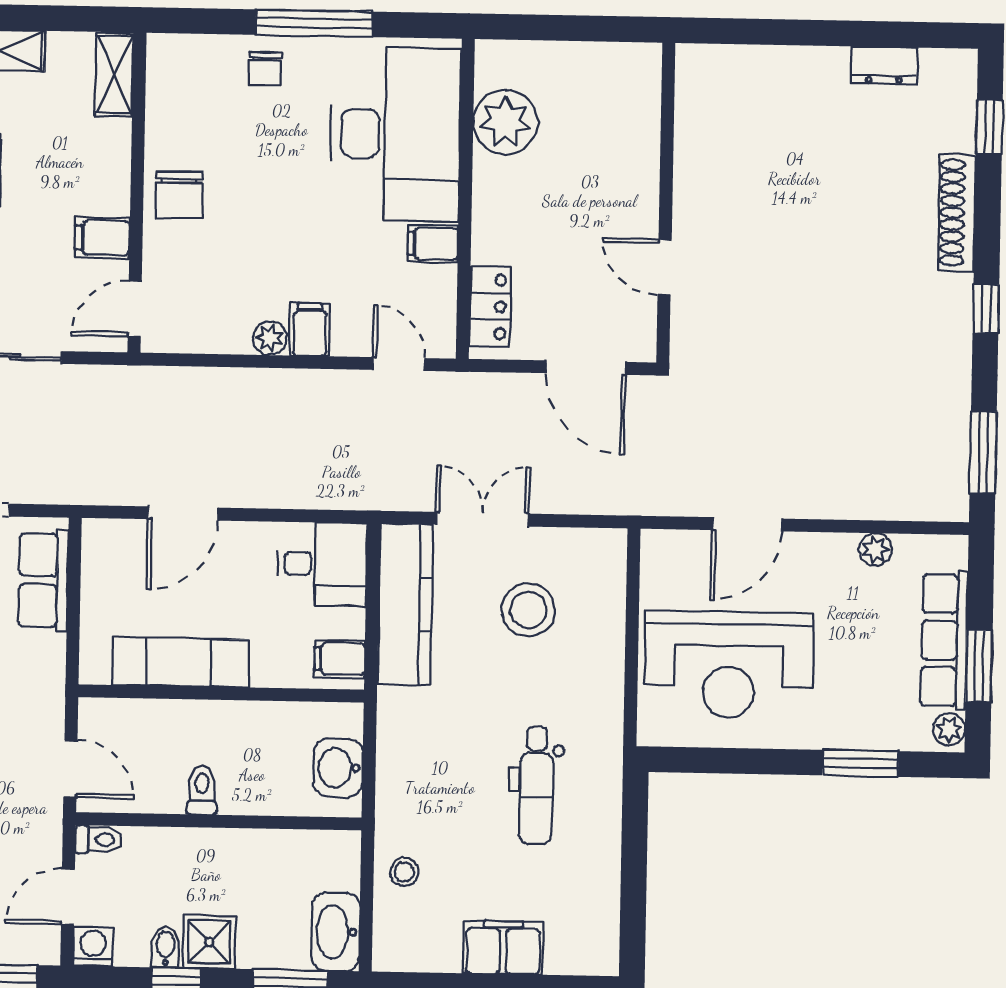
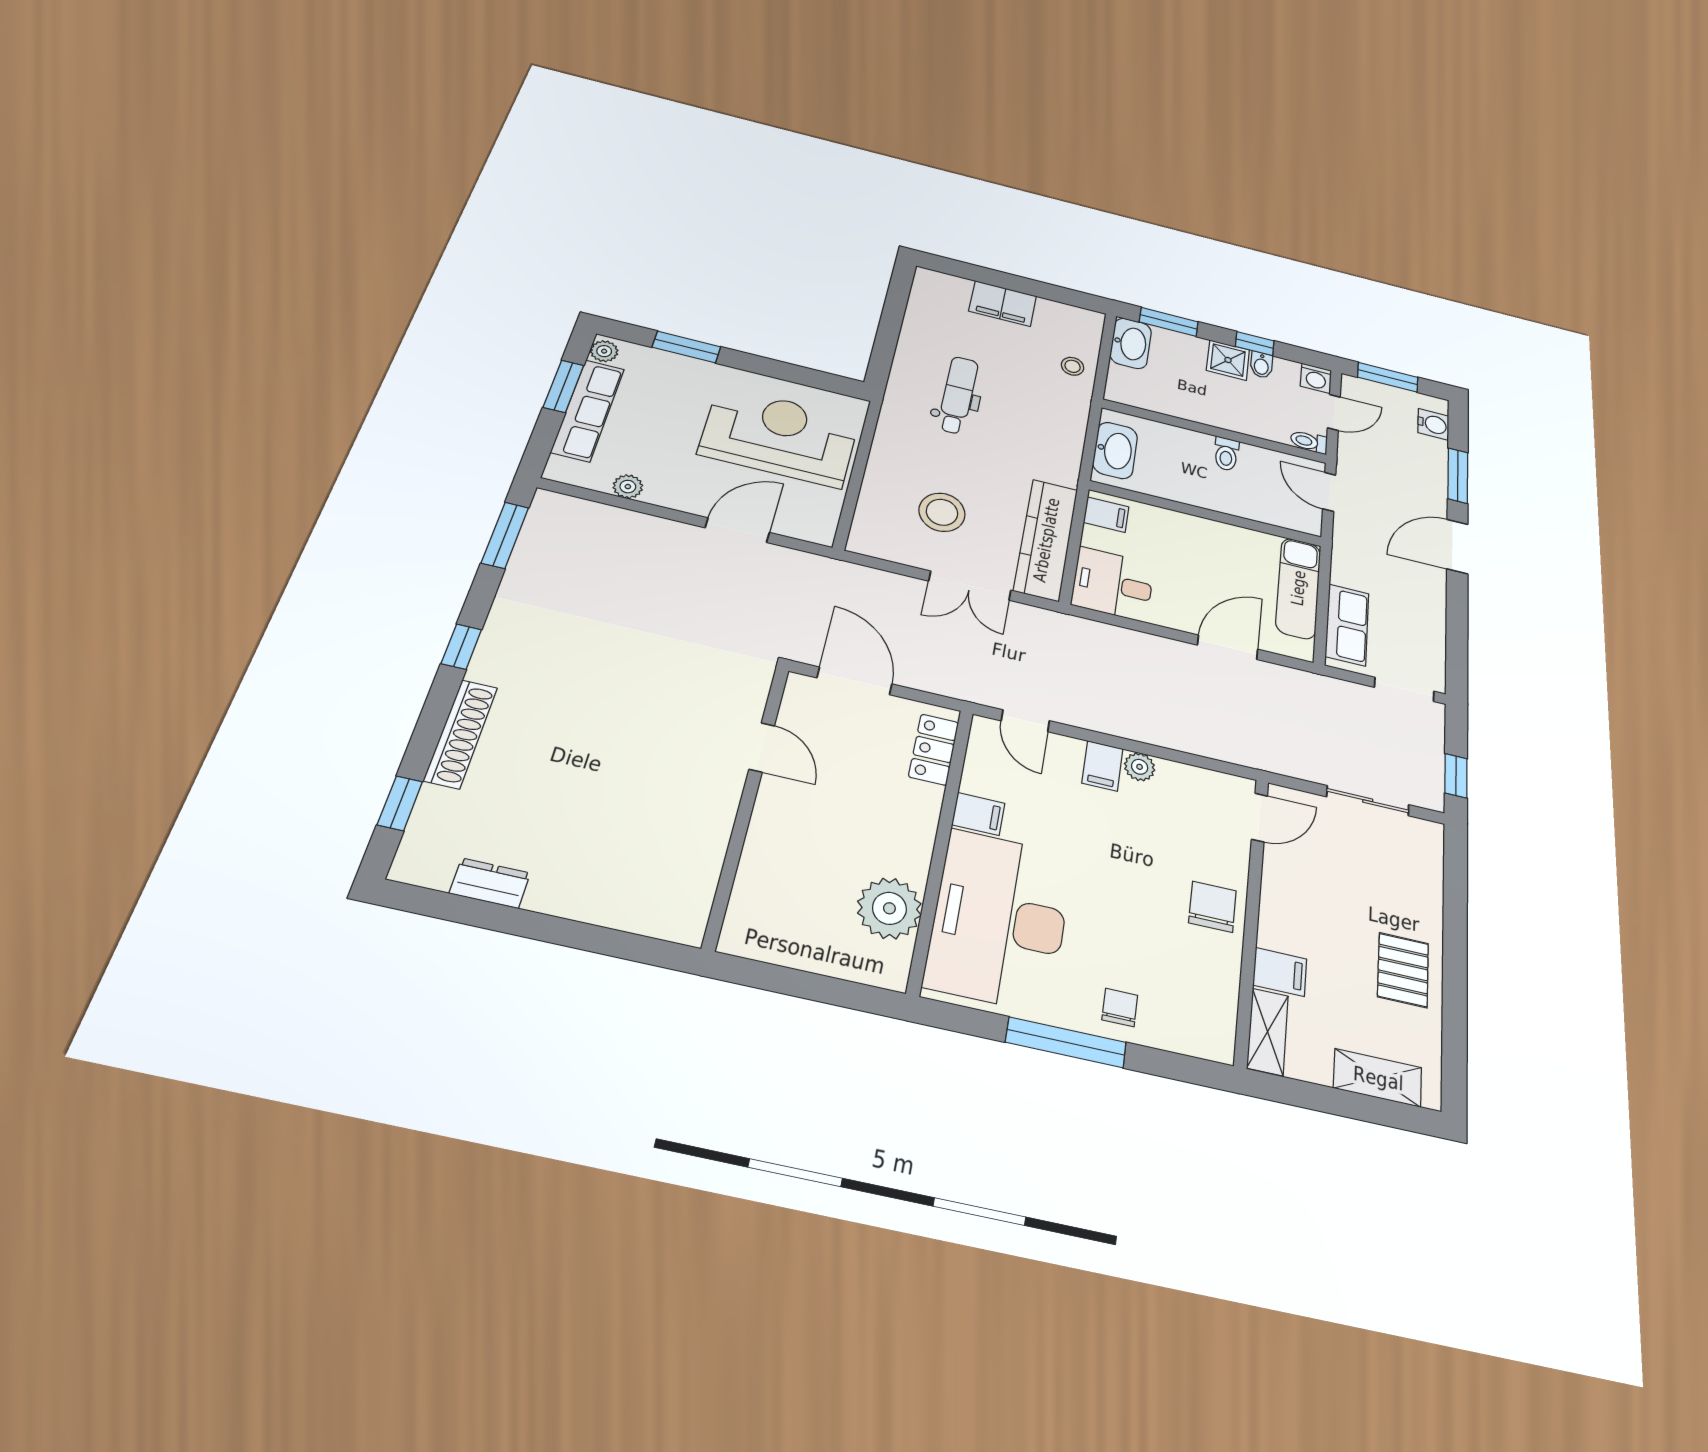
filing cabinet: (103, 238) -> (1280, 972), moved
exam couch: (180, 662) -> (1298, 588), moved, turned 90
washbasin: (338, 768) -> (1115, 450), width x1.38

